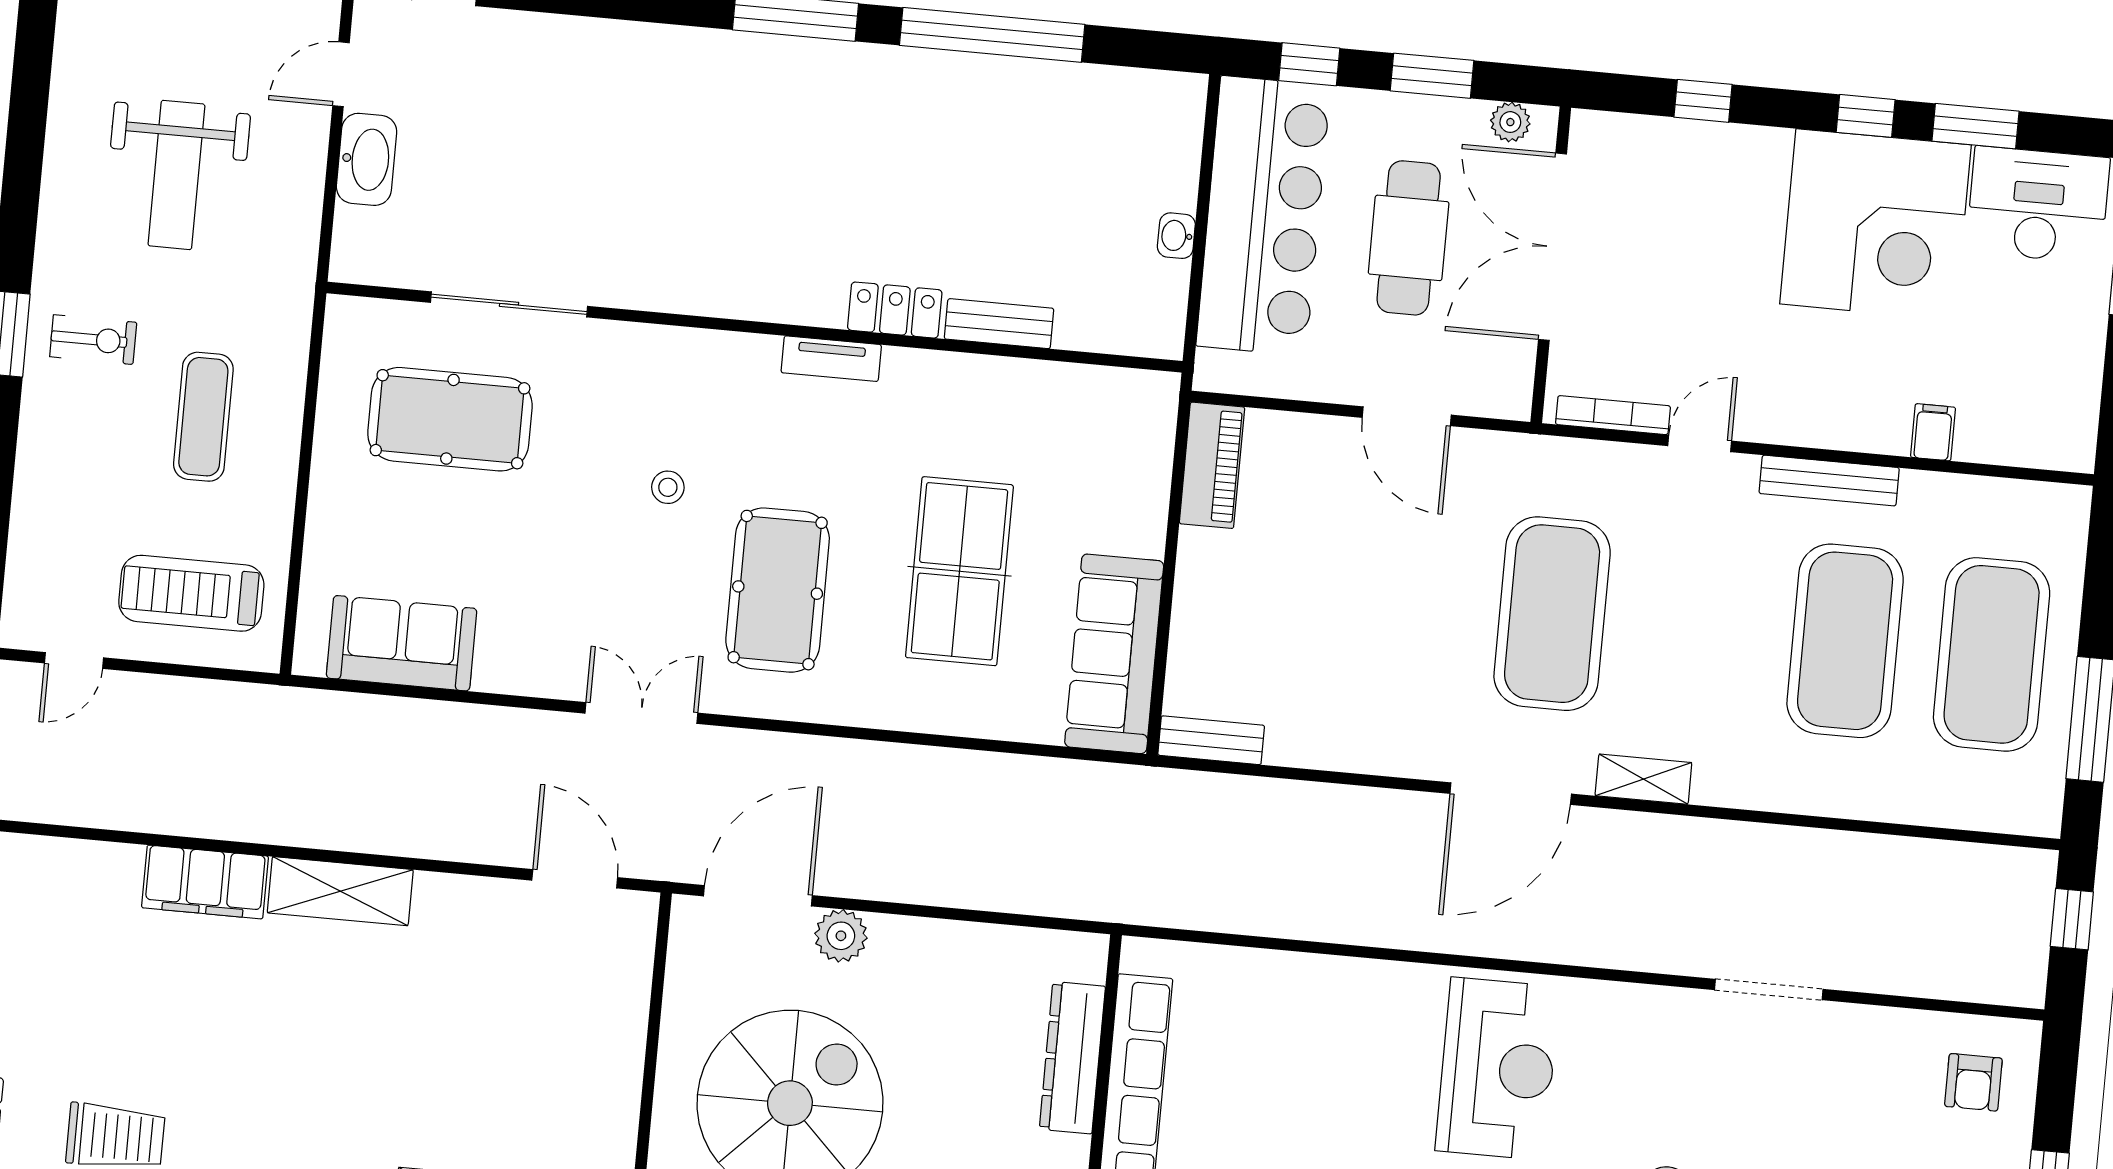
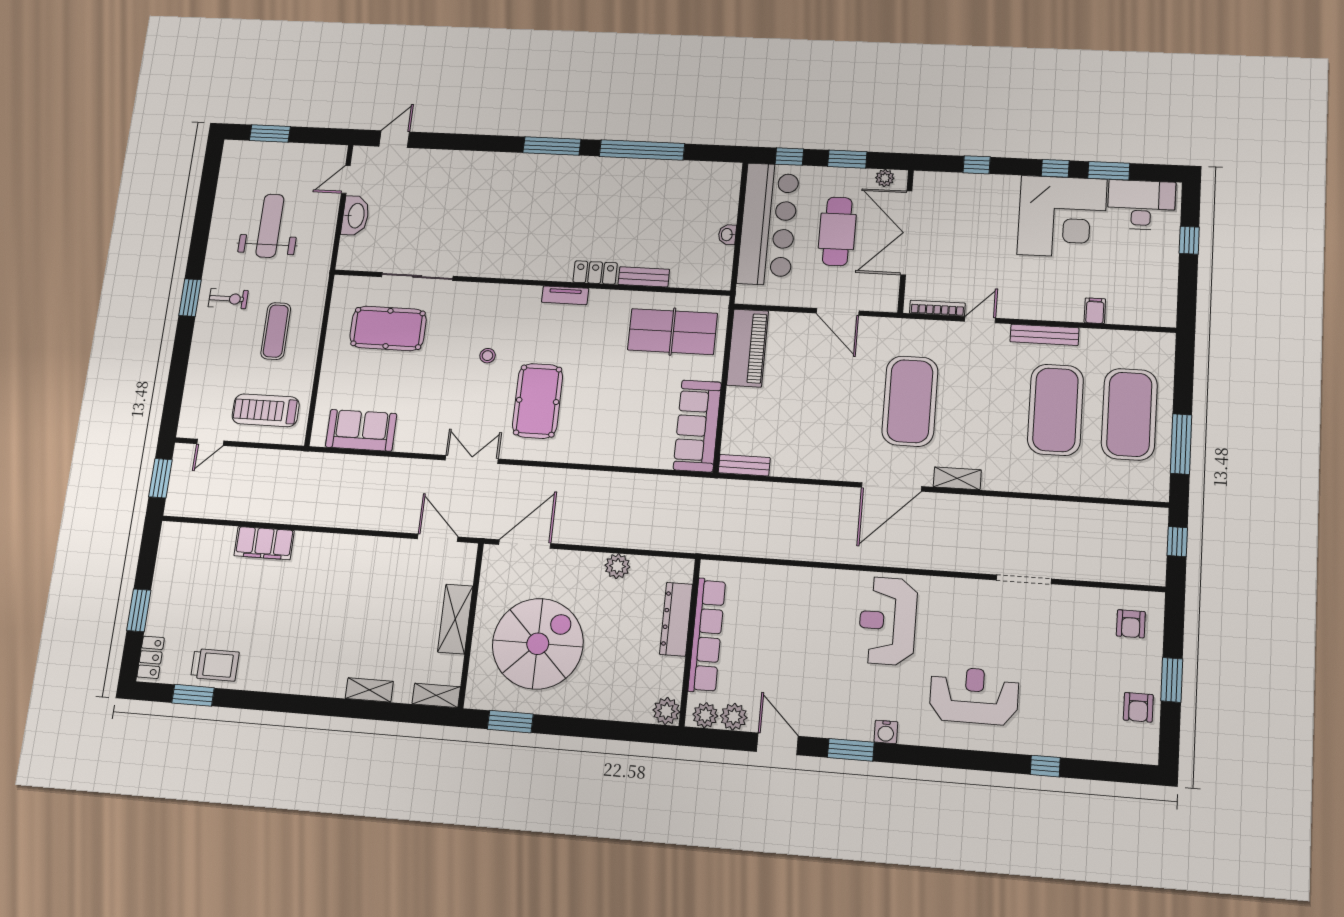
weight bench: (176, 175) -> (270, 226), turned 180
piano: (1212, 465) -> (748, 348), width x1.37, depth x1.33
table tennis table: (959, 571) -> (672, 332), moved, turned 90
shelving: (340, 891) -> (455, 619), moved, turned 90
plant: (841, 936) -> (617, 566), moved
reception desk: (1498, 1069) -> (888, 621), turned 180

